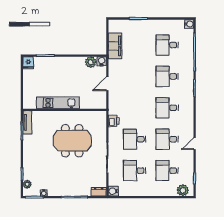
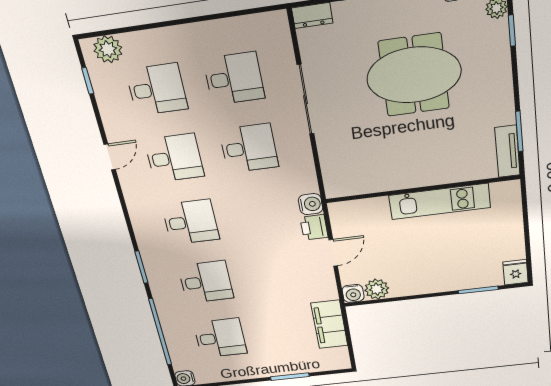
printer: (114, 121) -> (314, 227), moved
meeting table: (72, 141) -> (414, 75), moved
water cooler: (113, 191) -> (311, 204), moved

